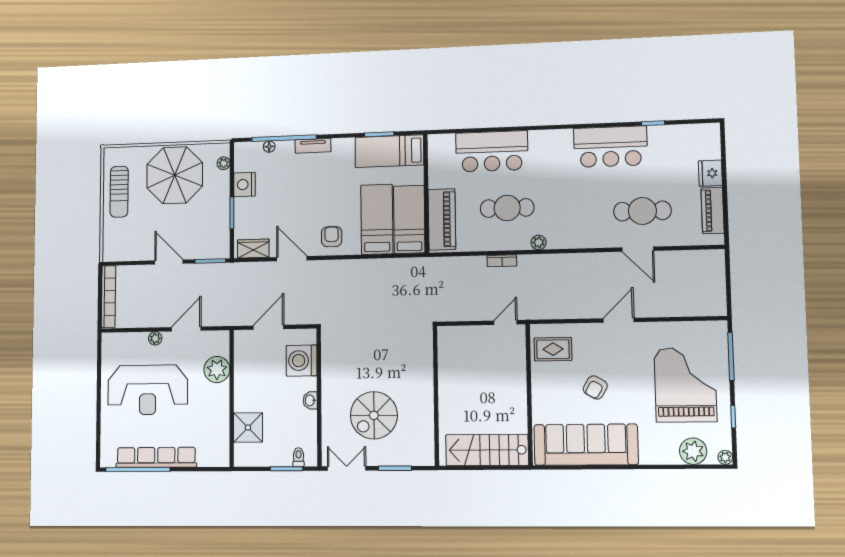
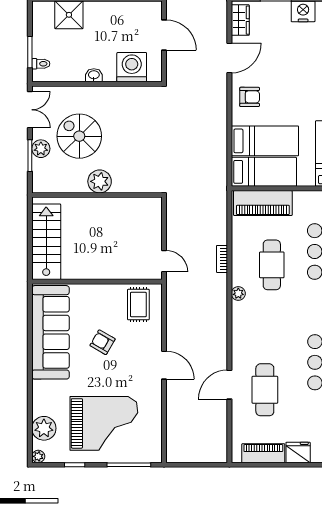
plant: (421, 393) -> (100, 181), added
plant: (388, 456) -> (41, 149), added

